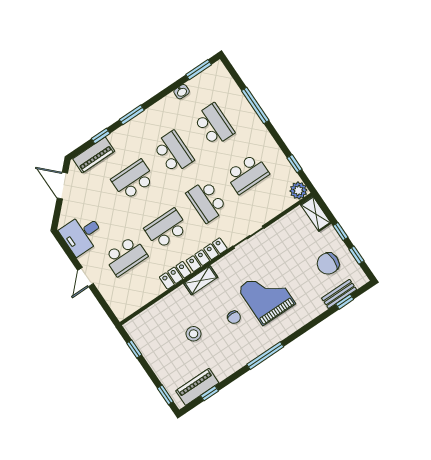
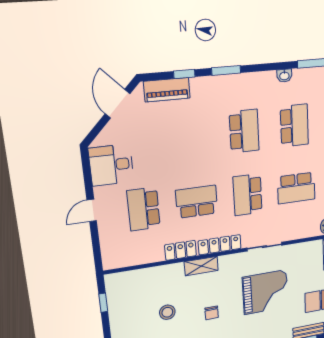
school desk: (133, 180) -> (192, 137), removed
school desk: (126, 256) -> (144, 209), turned 90
grand piano: (267, 296) -> (265, 292), moved, turned 90

